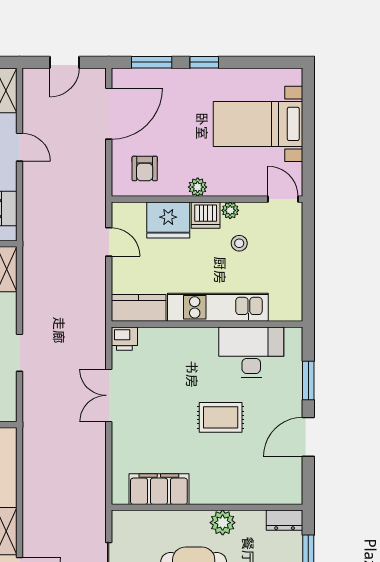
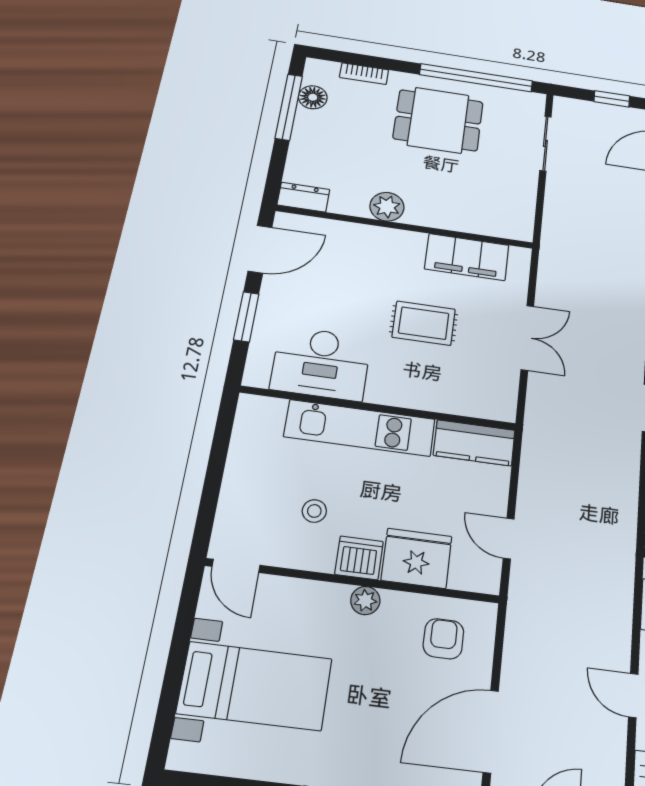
plant: (230, 210) -> (320, 560), removed
printer: (124, 339) -> (499, 406), removed
rug: (221, 417) -> (424, 323), moved
filing cabinet: (159, 489) -> (467, 257), moved
wall: (207, 507) -> (405, 227), moved
dresser: (285, 520) -> (303, 197), moved
plant: (223, 523) -> (387, 207), moved

